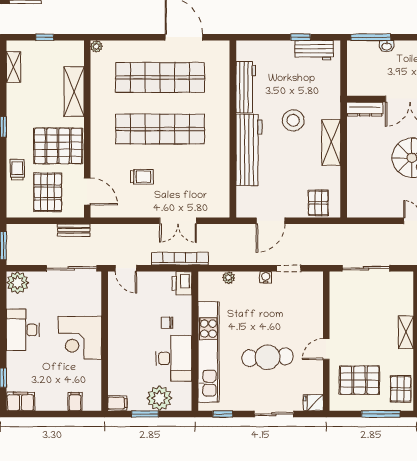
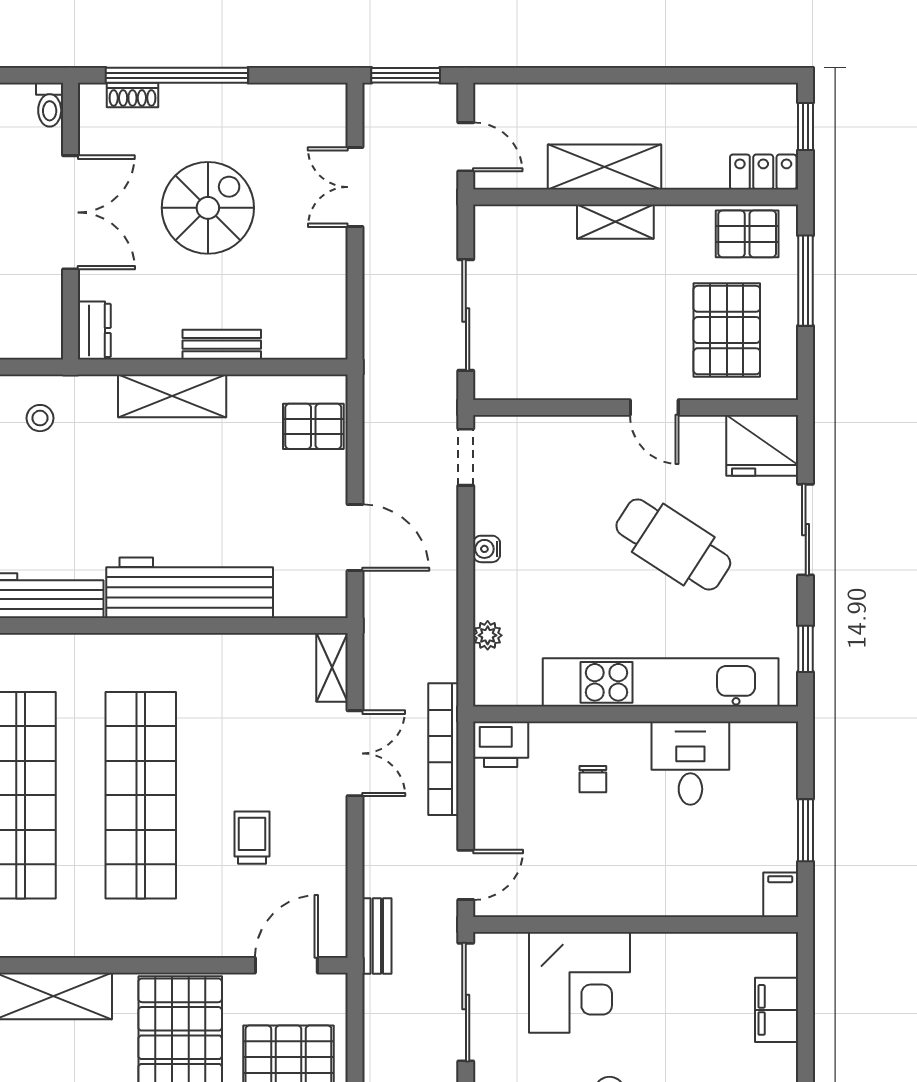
dresser: (365, 109) -> (94, 330), width x0.70
stool: (293, 120) -> (40, 418), moved, width x0.53, depth x0.53
bench: (353, 164) -> (222, 345), added
shelving: (215, 211) -> (332, 667), added
bench: (74, 230) -> (377, 936), moved
doorway: (289, 268) -> (466, 457), moved
corner desk: (80, 338) -> (580, 982), moved
cafe table: (268, 357) -> (673, 544), turned -54
desk: (174, 358) -> (690, 763), width x0.73
plant: (159, 398) -> (769, 797), removed
filing cabinet: (75, 402) -> (777, 1010), width x2.00
fridge: (313, 403) -> (762, 445), width x1.88, depth x1.34

